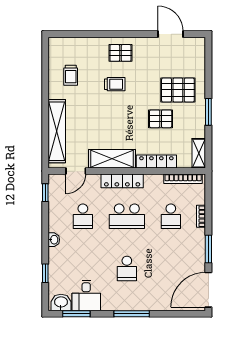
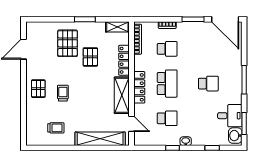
window: (45, 193) -> (173, 148), moved

